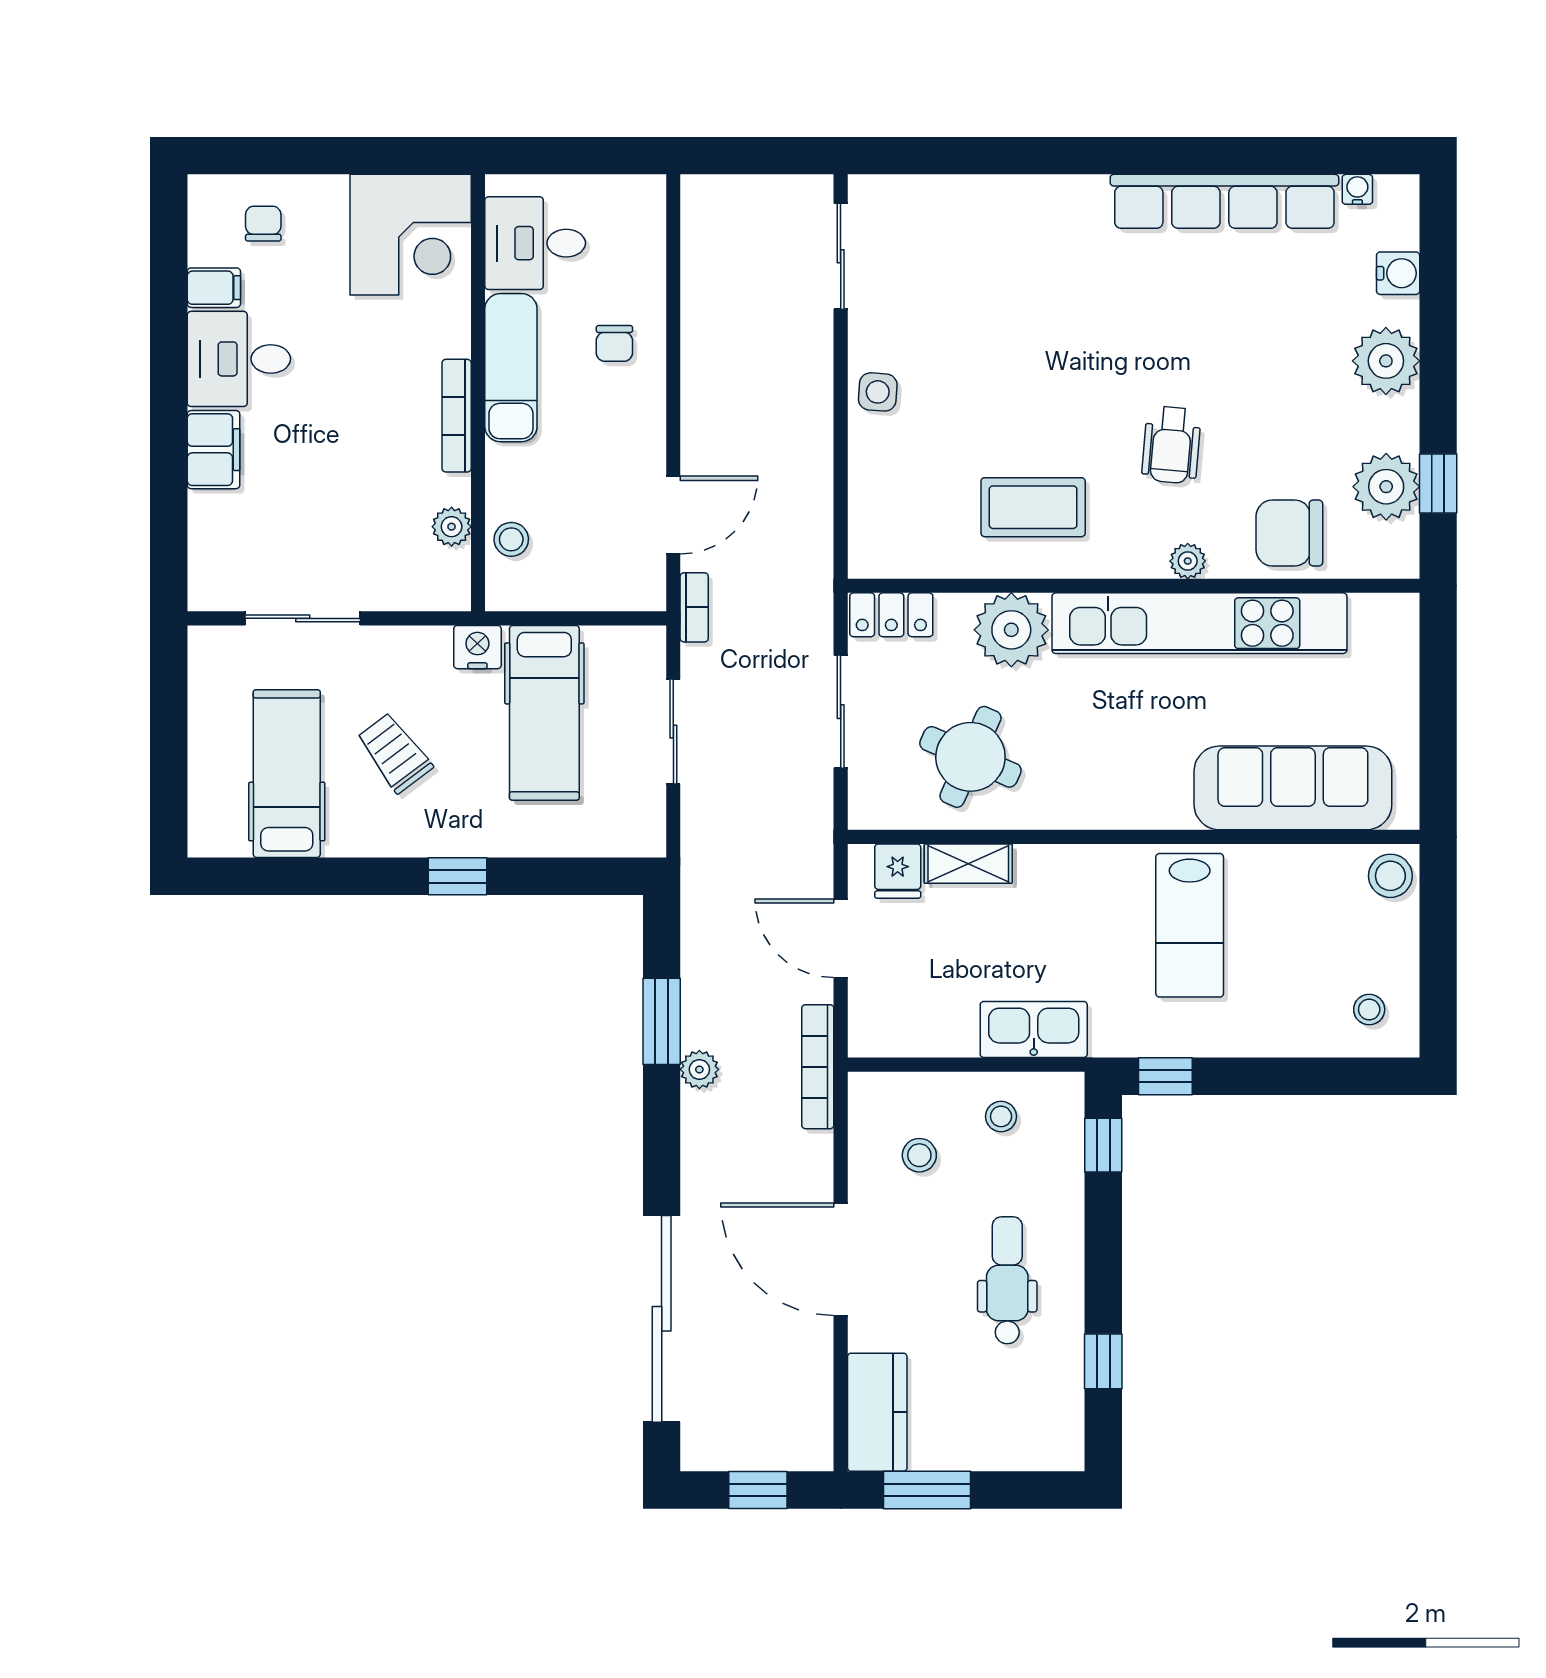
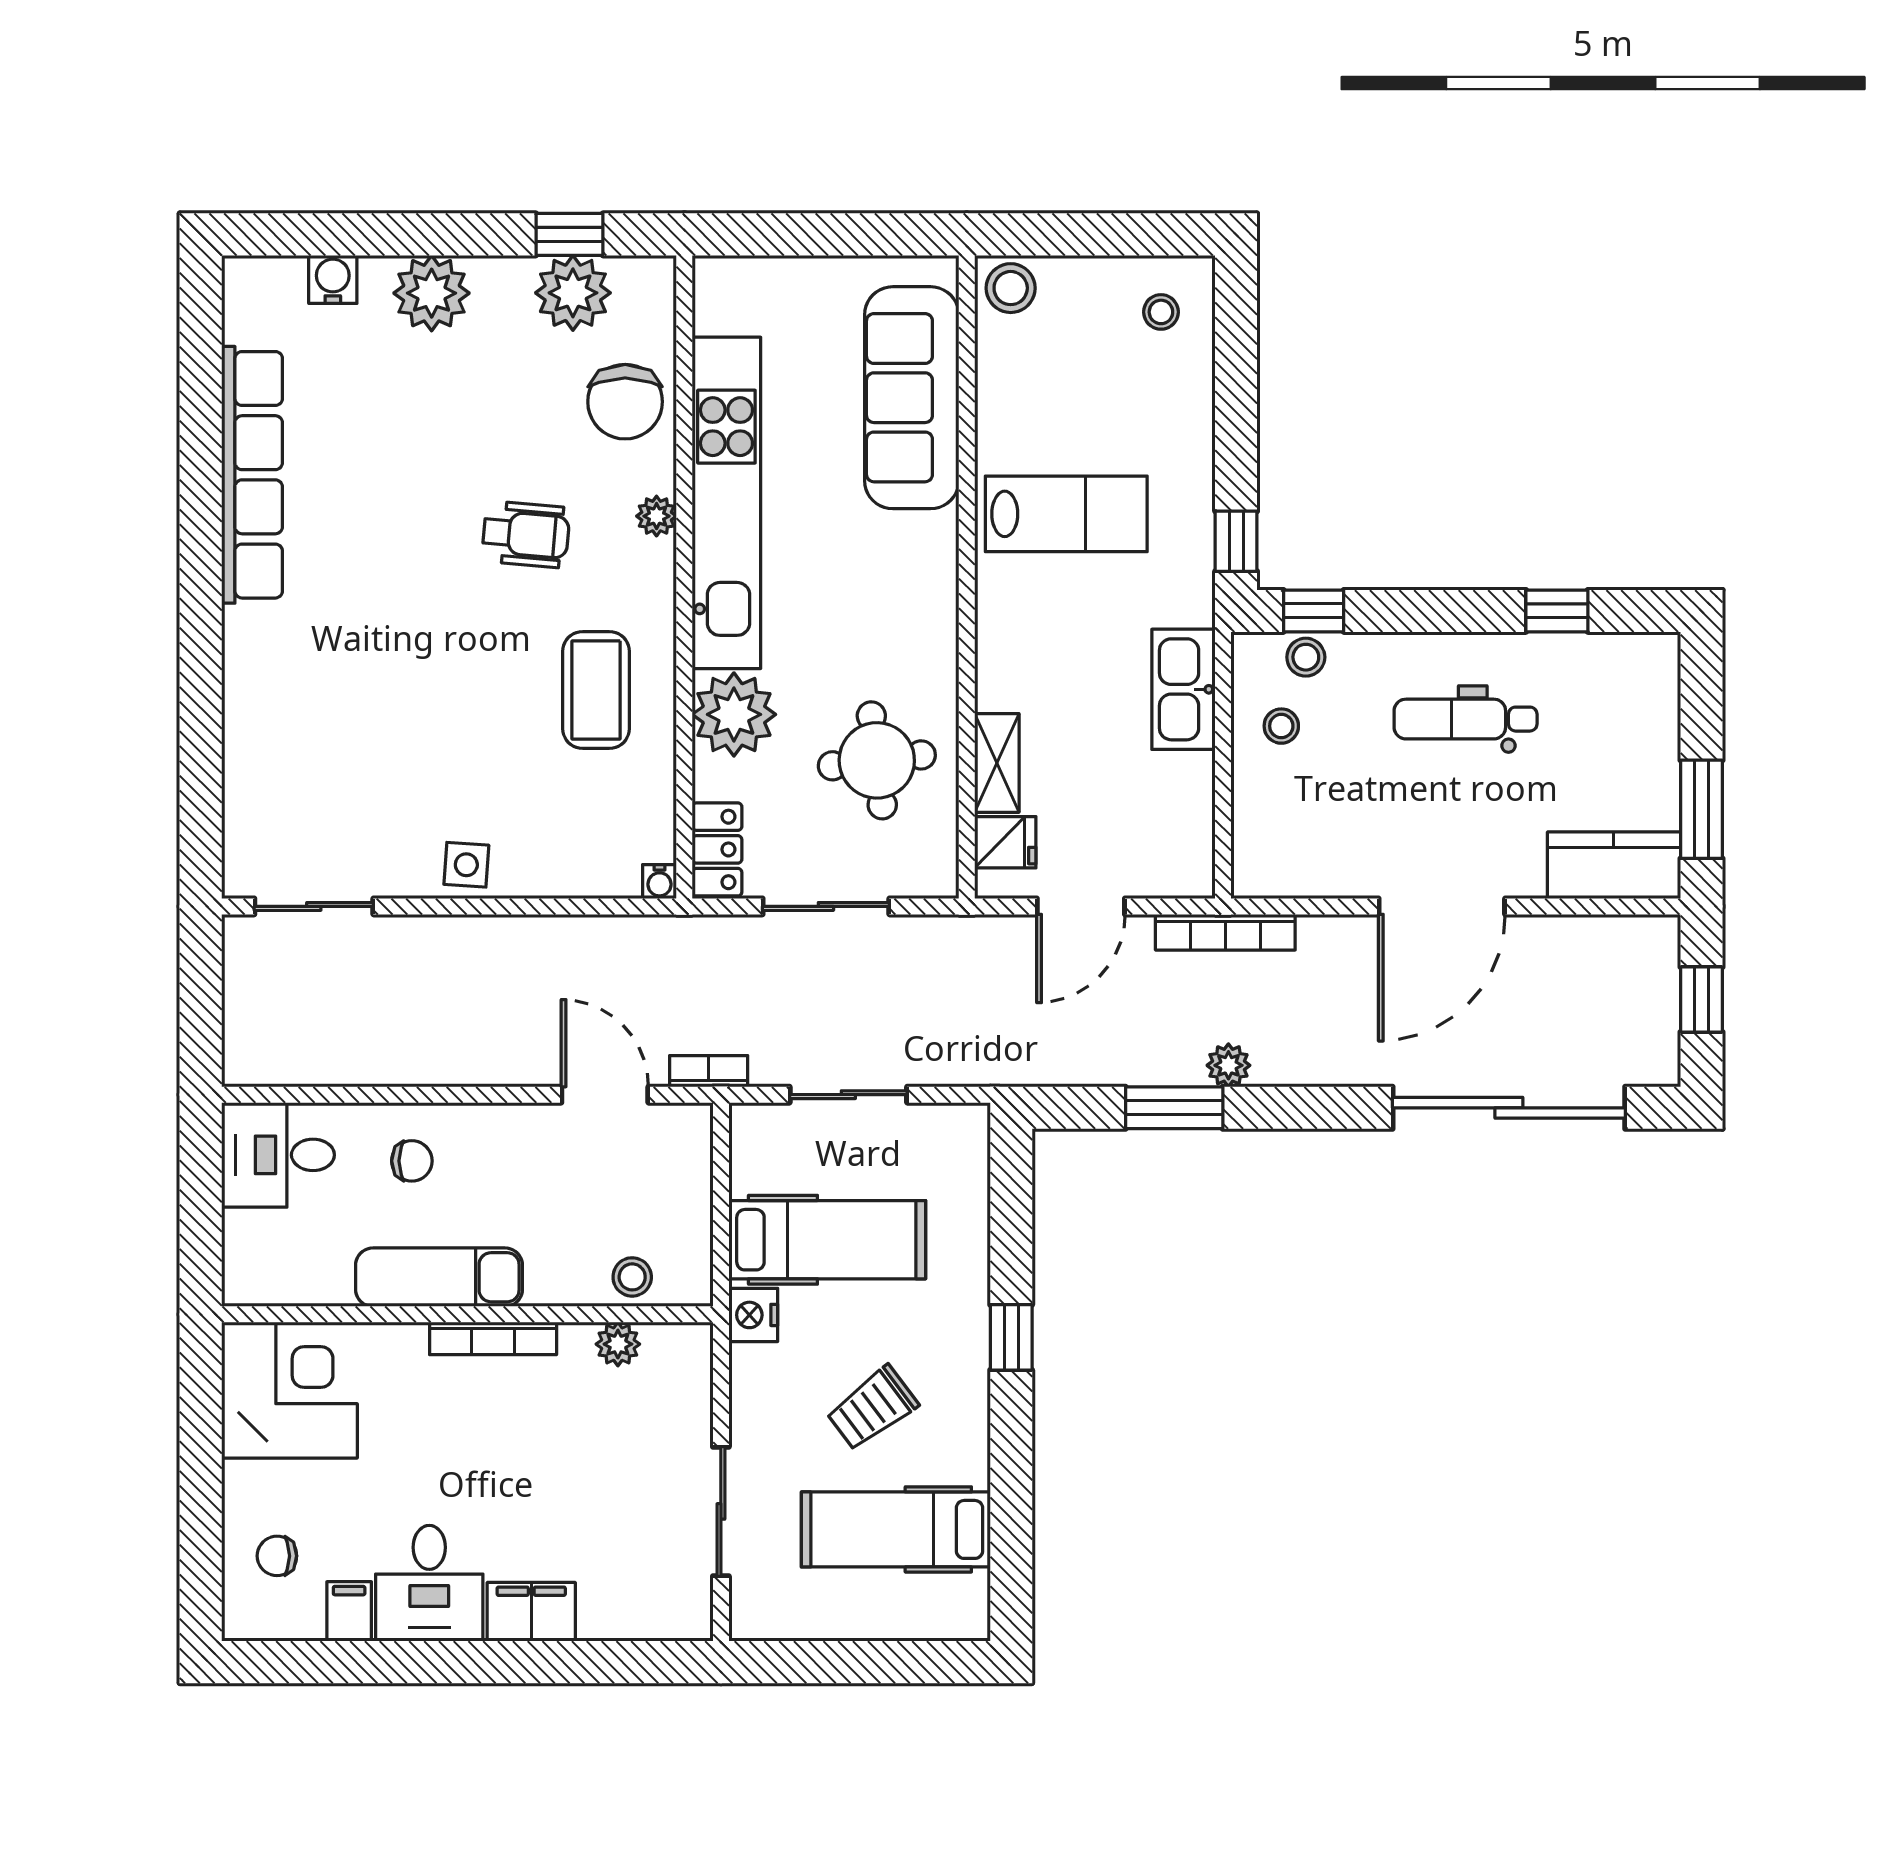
water cooler: (1357, 189) -> (660, 882), moved, turned -90
desk: (535, 243) -> (278, 1155), moved, turned 90
round table: (970, 757) -> (877, 760), turned -31
stool: (919, 1155) -> (1306, 657), moved

